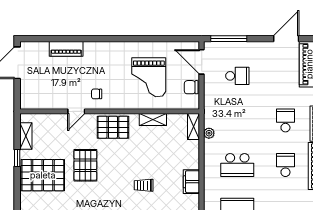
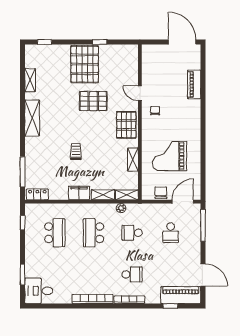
shelving: (26, 136) -> (103, 195), moved
school desk: (285, 165) -> (132, 233), moved, turned 180

